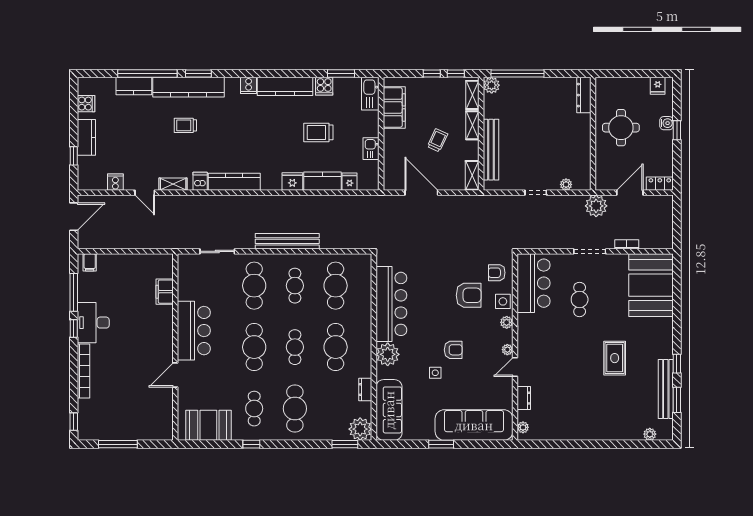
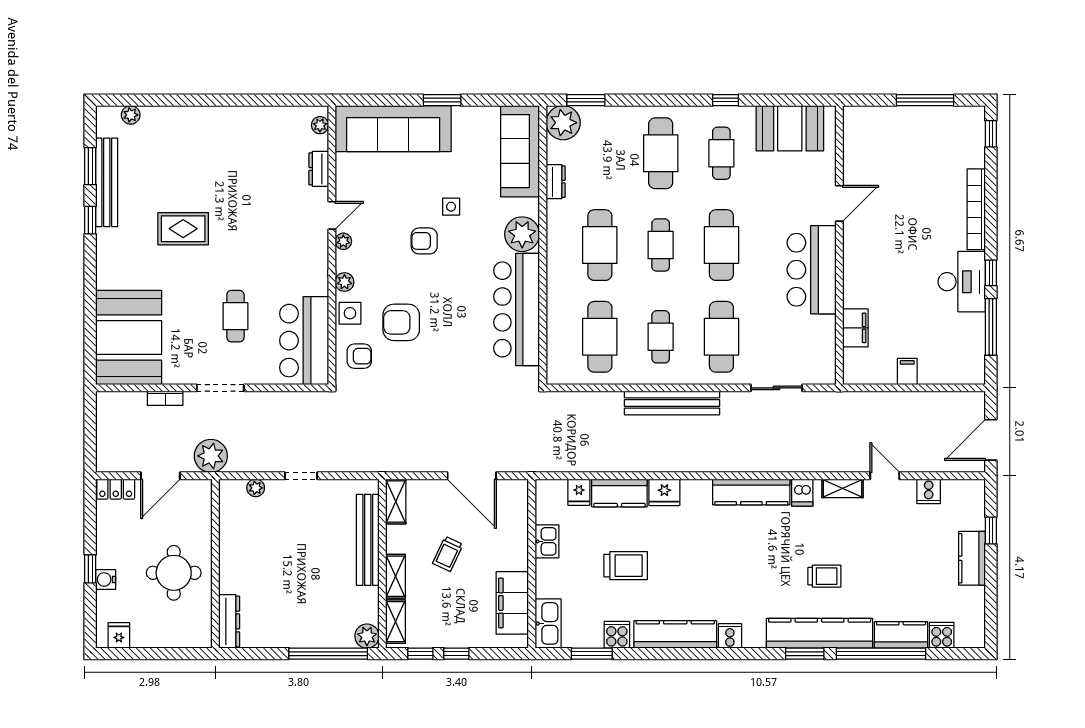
cooker: (86, 104) -> (942, 635), moved, turned 90
filing cabinet: (90, 262) -> (907, 372), moved
rug: (615, 358) -> (183, 229), turned 90

